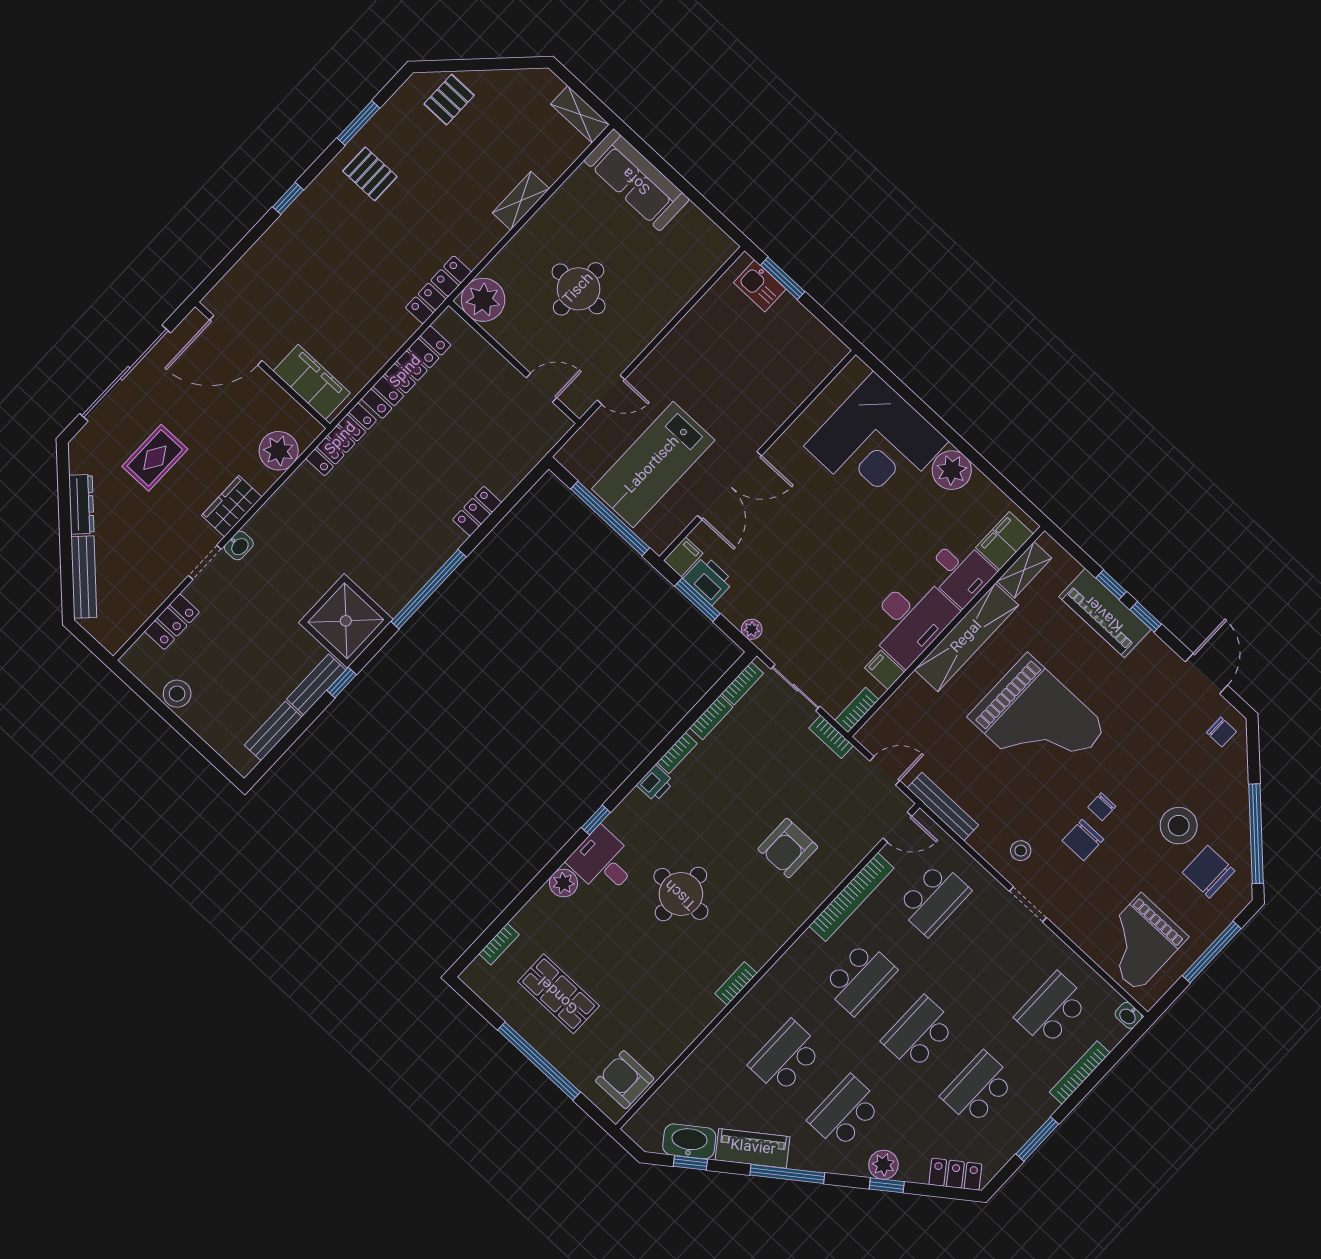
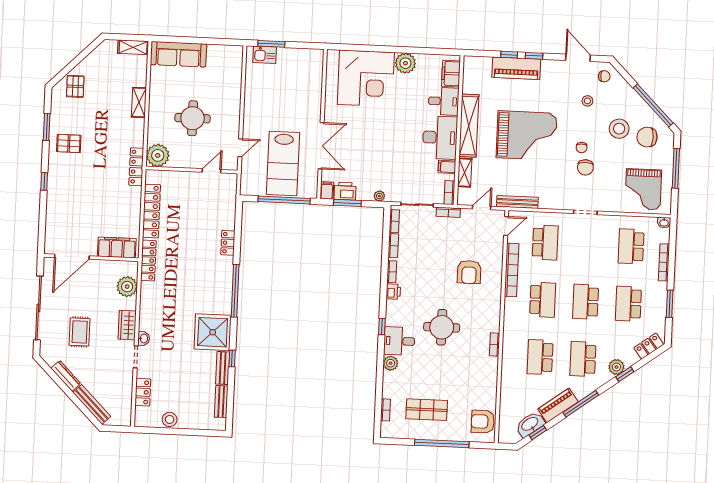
shelving: (1024, 570) -> (465, 173), moved
stool: (1021, 851) -> (587, 101), moved

